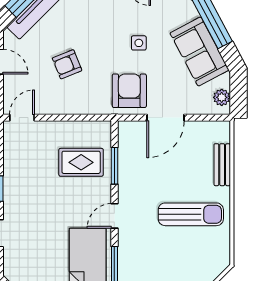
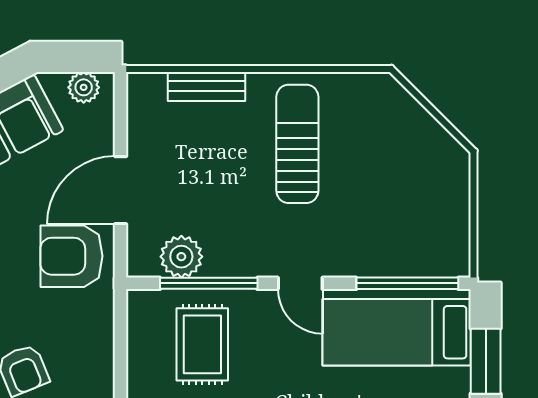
door: (165, 118) -> (121, 190), swing flipped
plant: (129, 151) -> (181, 257), added
window: (114, 166) -> (209, 283), width x1.44

